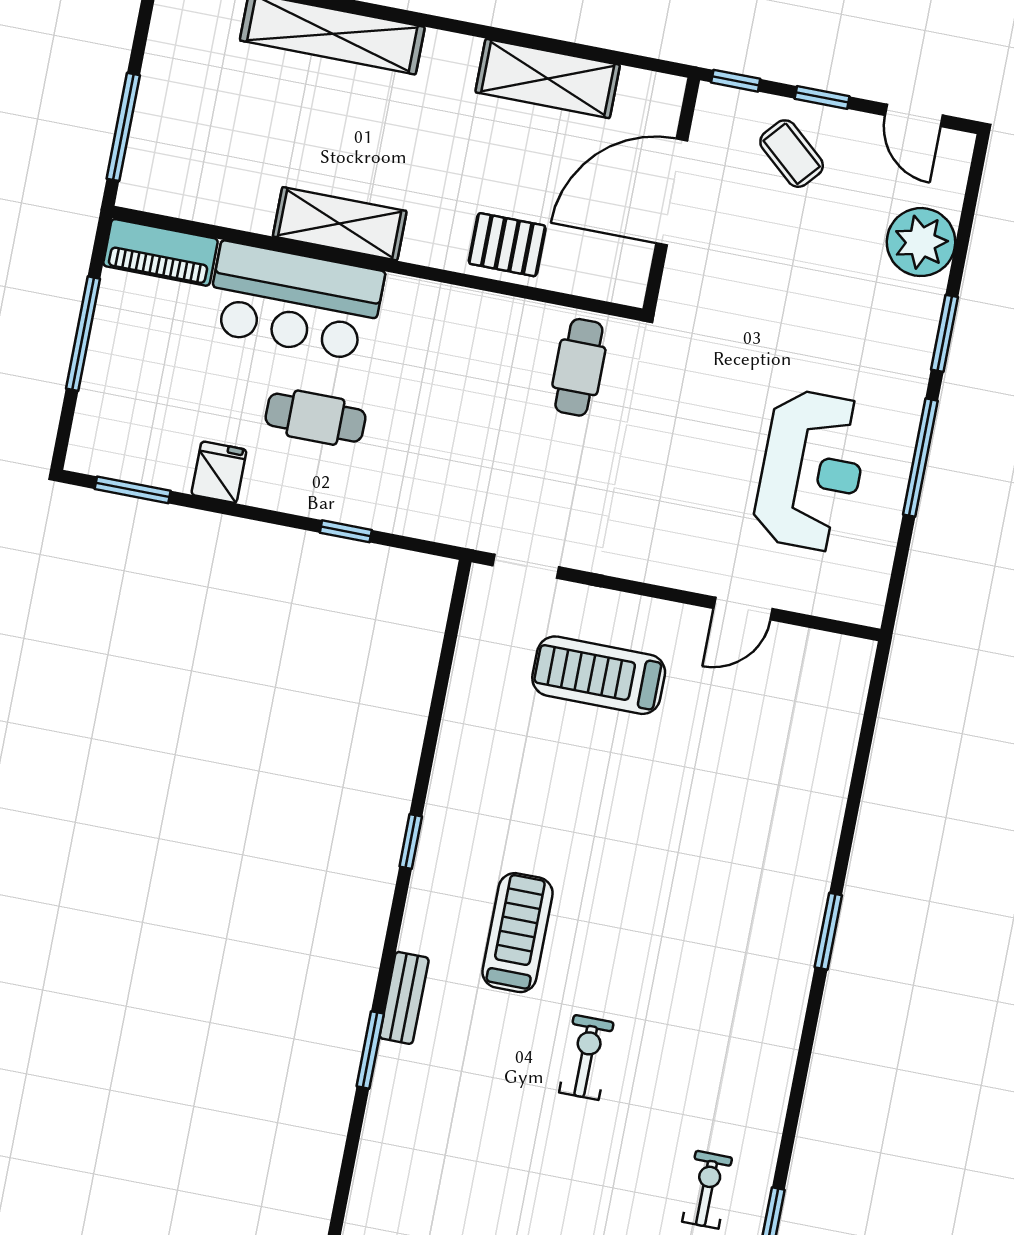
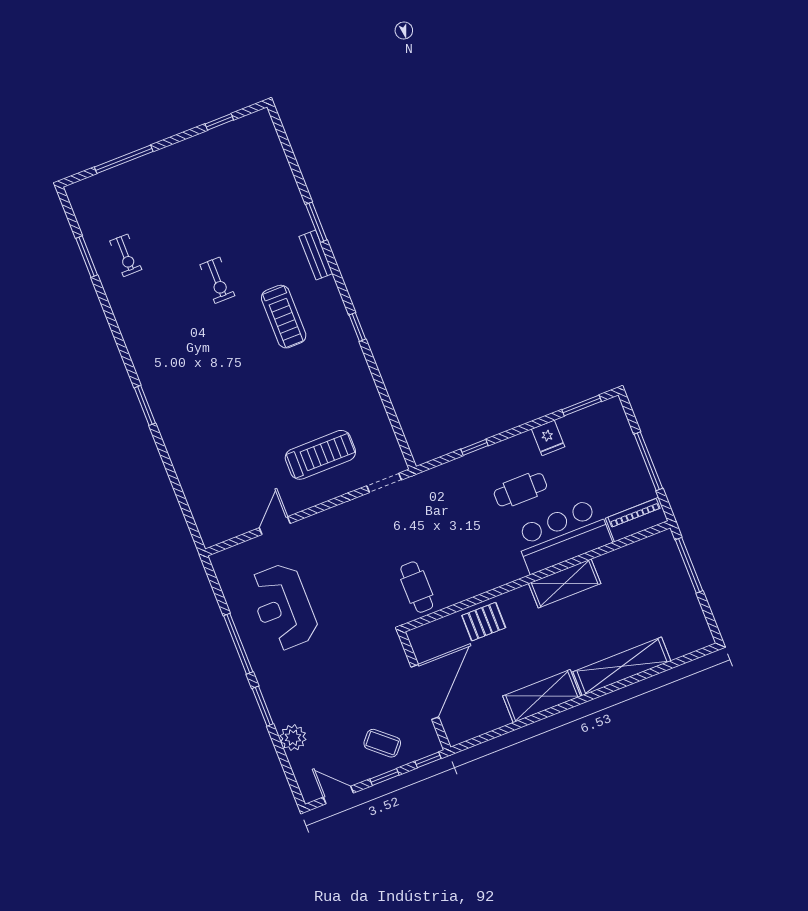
shelving: (548, 78) -> (542, 696), moved
plant: (921, 242) -> (293, 738), width x0.73, depth x0.73

